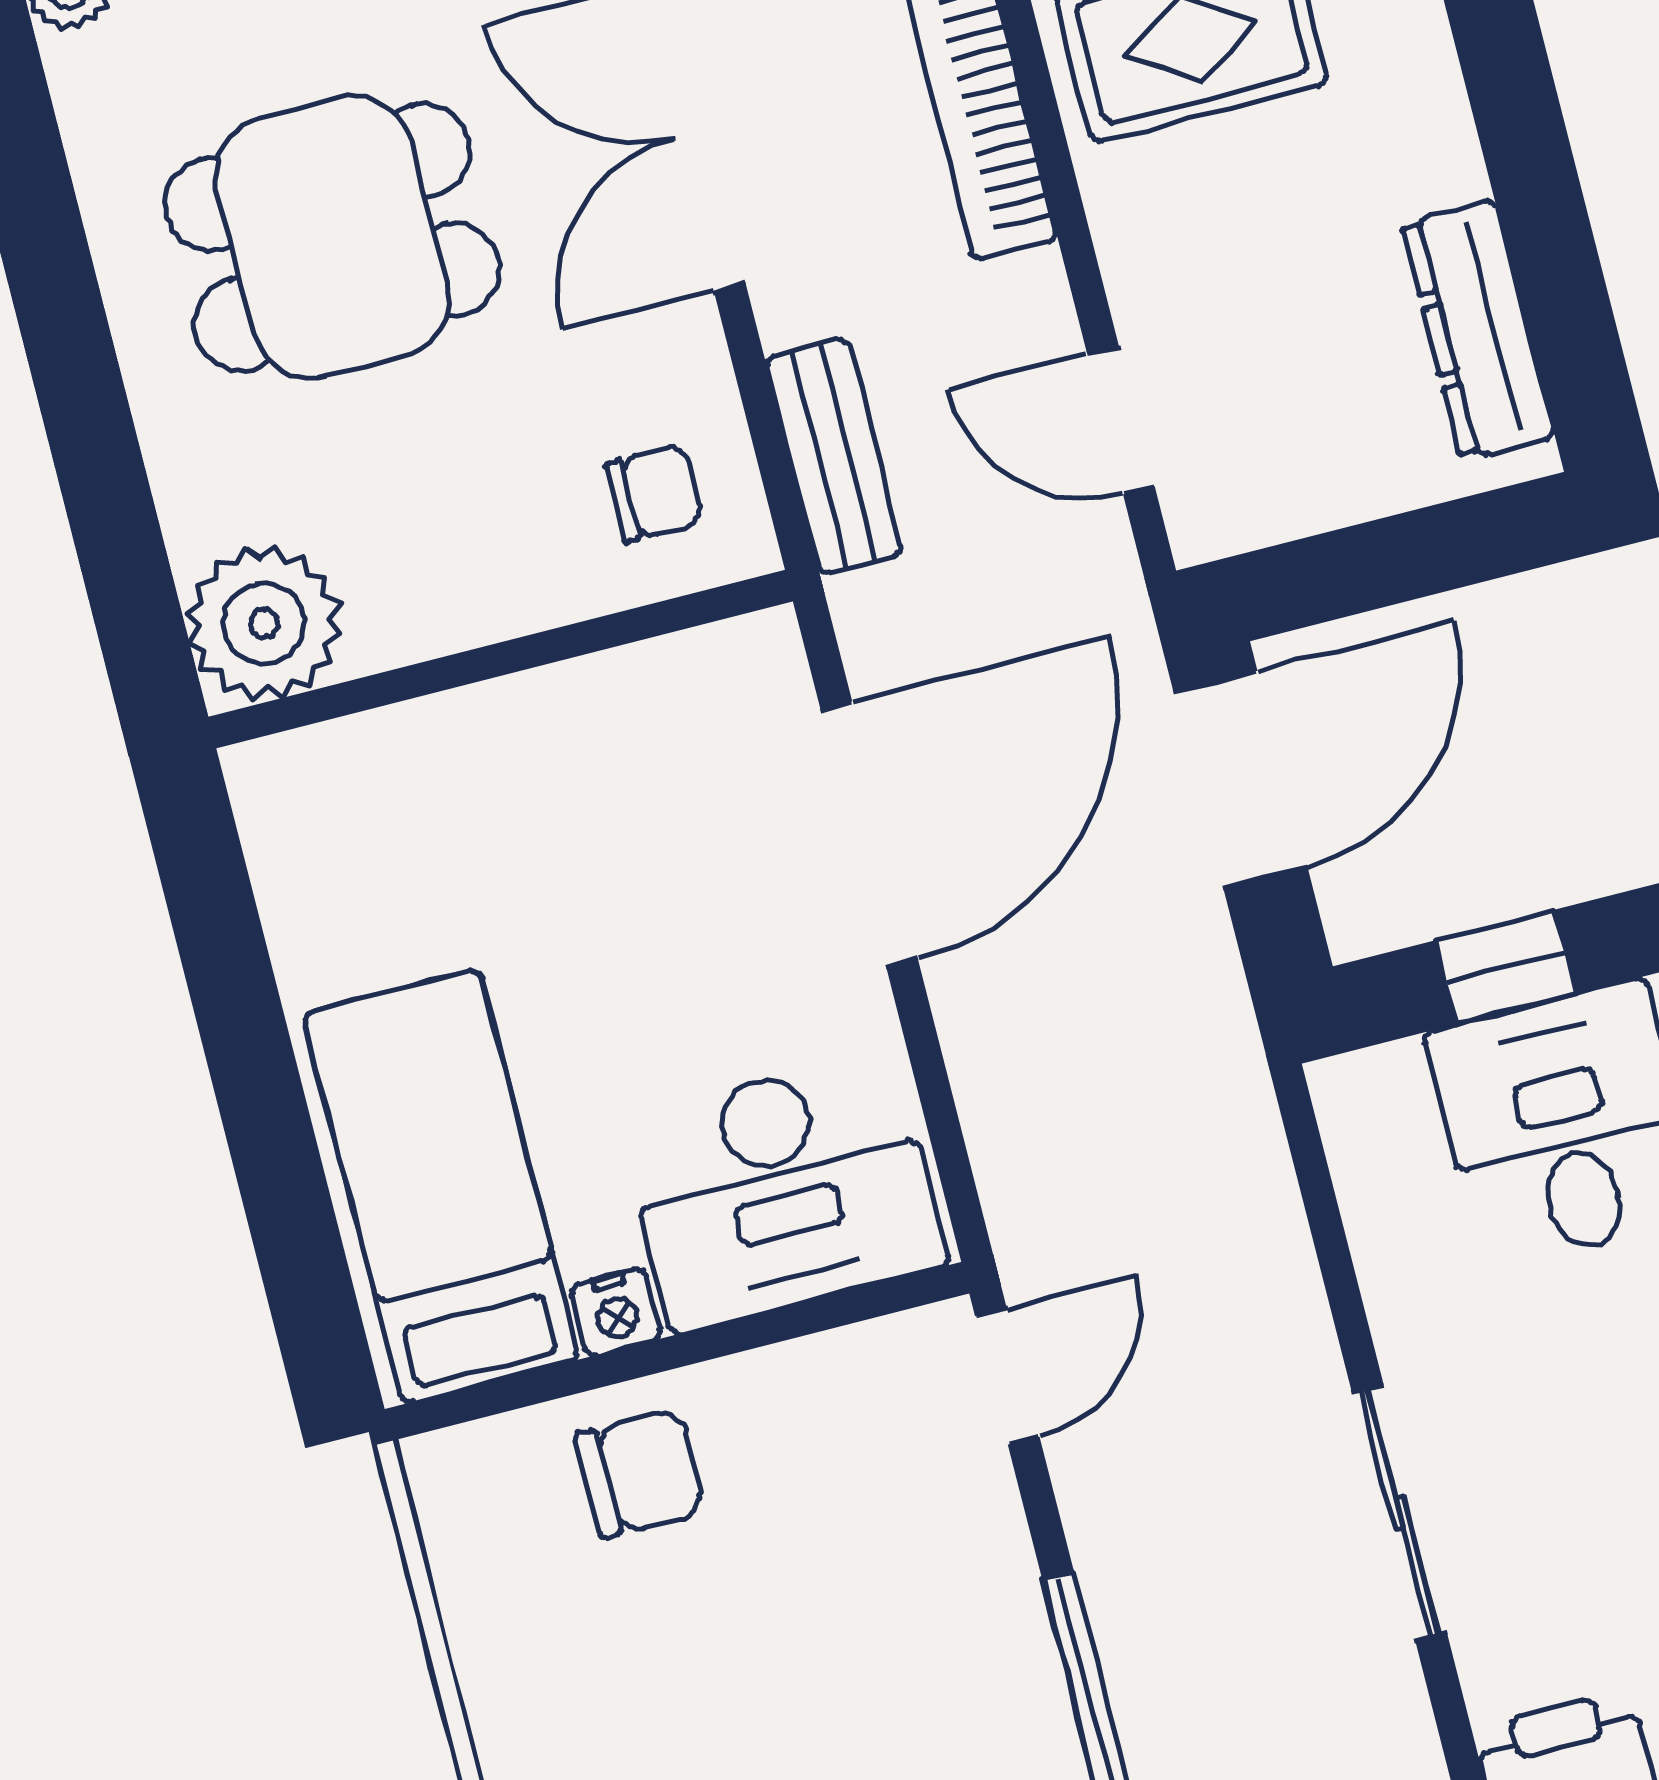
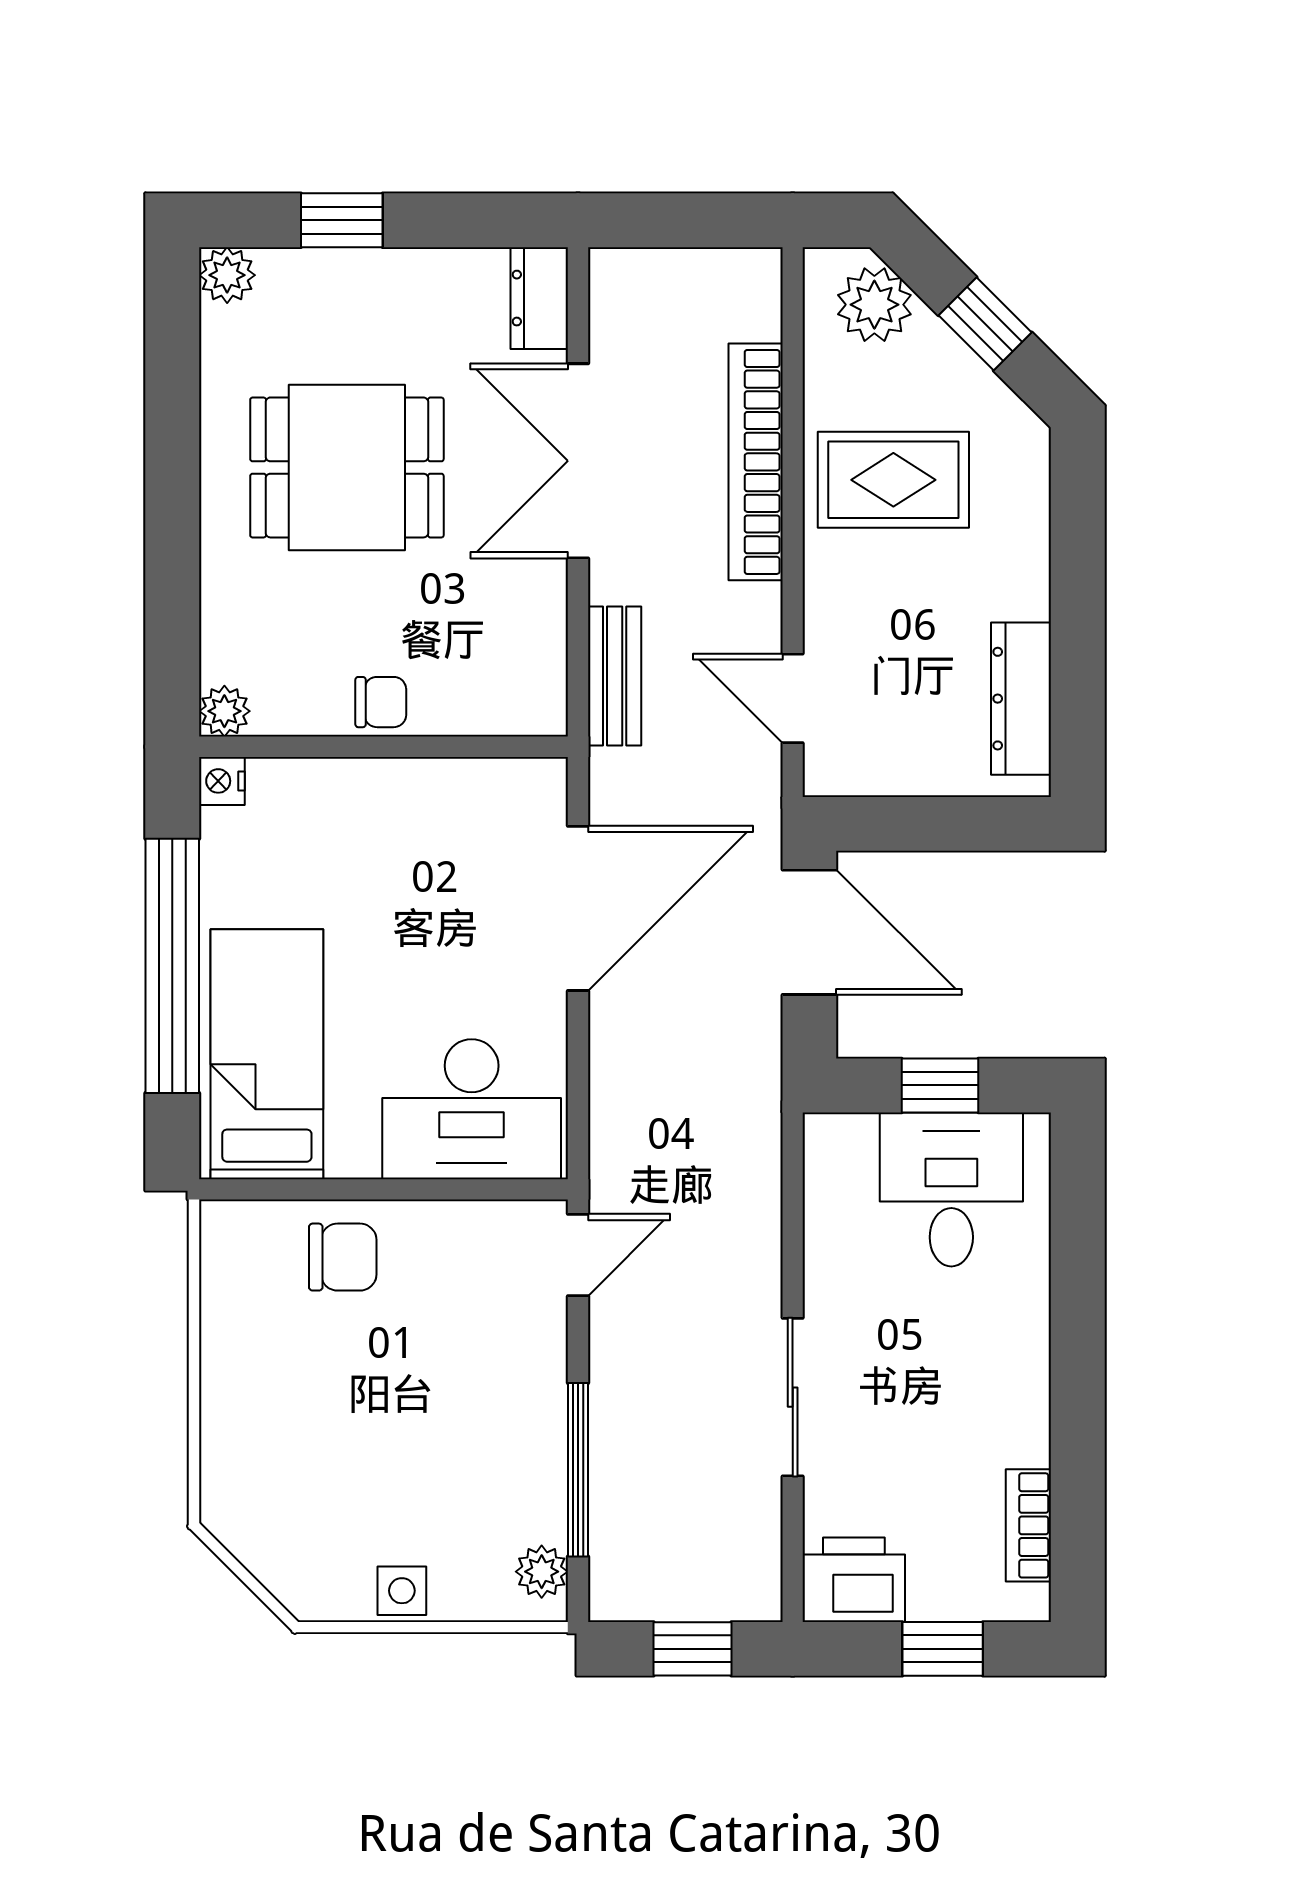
chair: (654, 493) -> (381, 702), moved
plant: (264, 623) -> (224, 711), width x0.53, depth x0.53
door: (1240, 779) -> (809, 932), hinge flipped
window: (258, 1086) -> (172, 966), added
nightstand: (616, 1312) -> (222, 781), moved, turned 90

